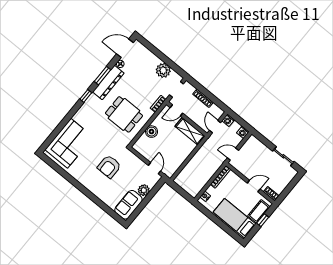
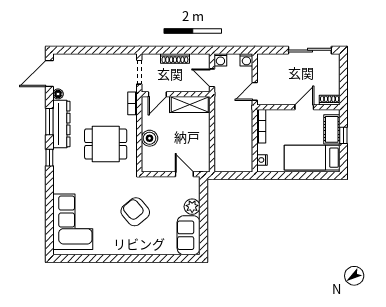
plant: (163, 70) -> (109, 64), removed
sliding door: (283, 156) -> (310, 50), width x1.37
armchair: (109, 167) -> (135, 212), turned 140

